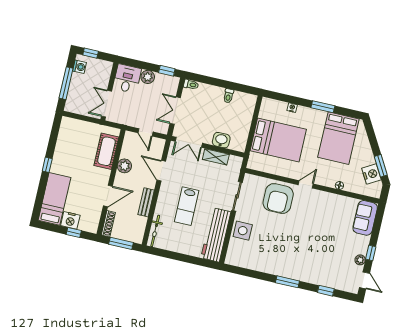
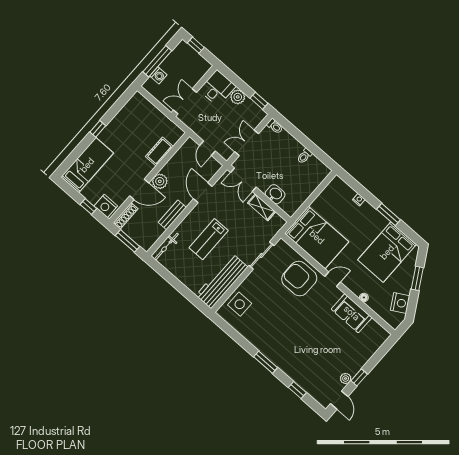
washing machine: (80, 67) -> (158, 75), moved
bed: (278, 140) -> (317, 237), moved
cot: (106, 151) -> (159, 152), width x0.73, depth x0.75
plant: (124, 166) -> (160, 181), moved
window: (381, 166) -> (417, 278), moved
armchair: (278, 199) -> (299, 279), turned 90
sofa: (365, 218) -> (352, 313), moved, turned -90
nightstand: (70, 220) -> (106, 206), moved
side table: (243, 231) -> (240, 304), moved

